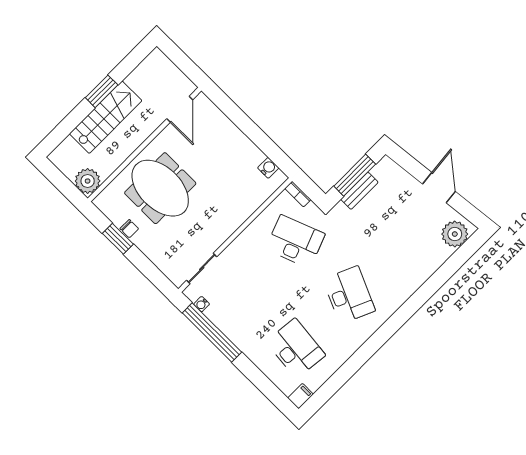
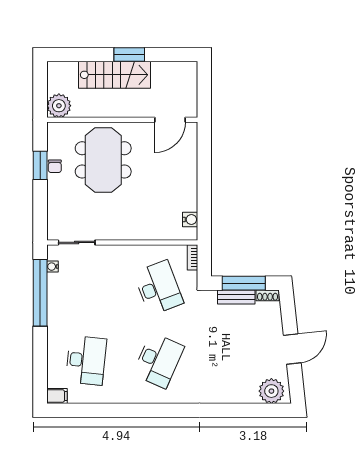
shoe rack: (381, 167) -> (268, 295), added

